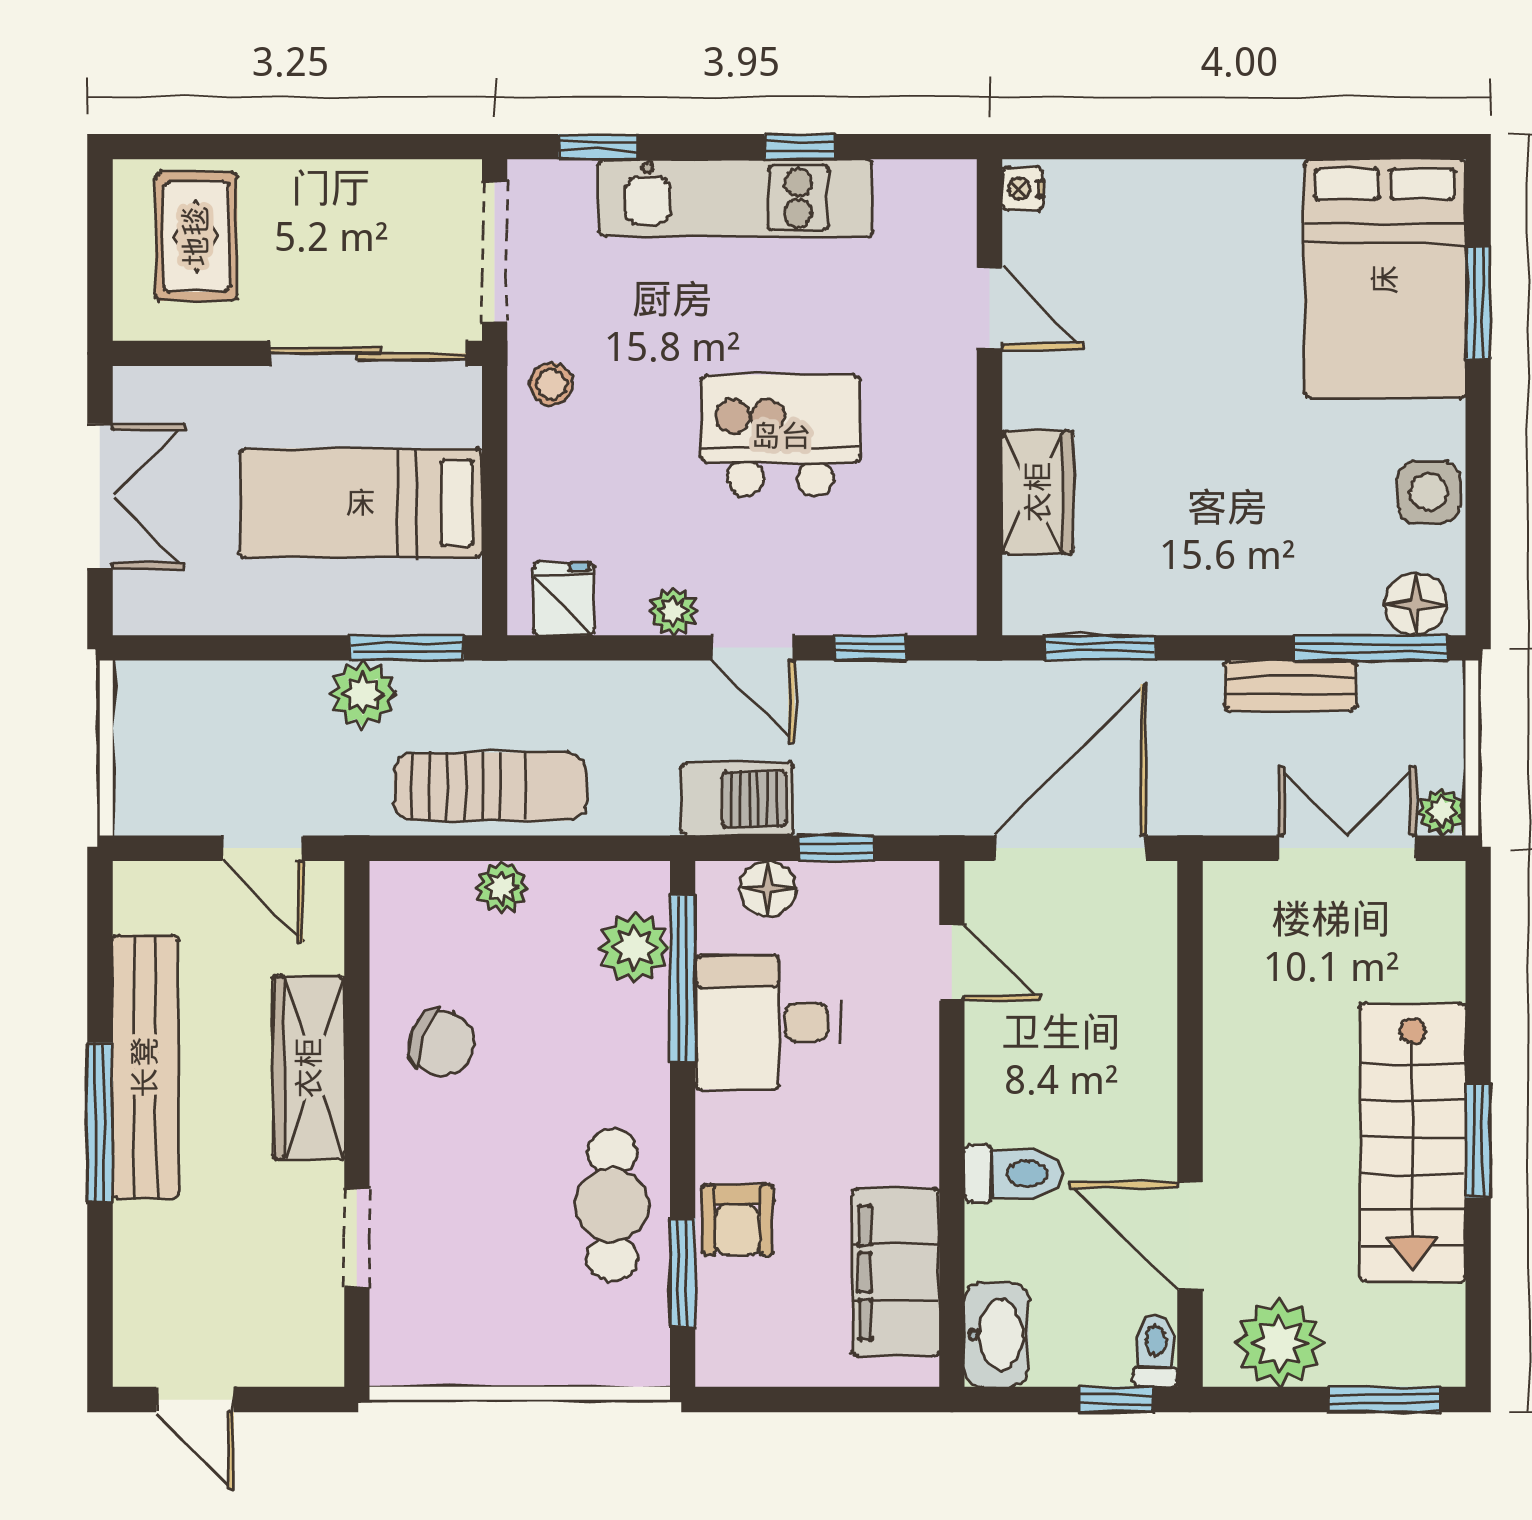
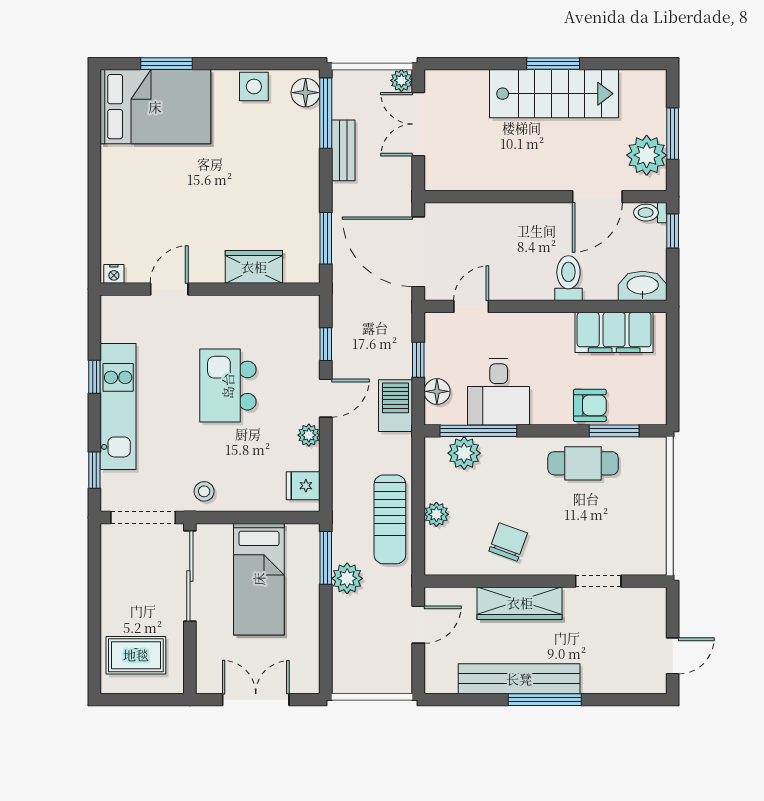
sun lounger: (491, 787) -> (390, 519), turned 180
window: (1384, 1400) -> (673, 134), moved

